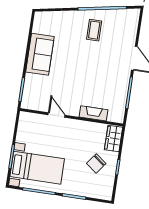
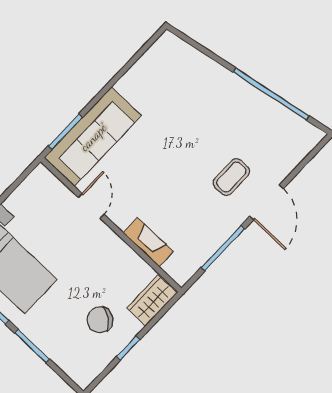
coffee table: (94, 30) -> (231, 177), moved
sofa: (40, 54) -> (93, 137), moved, width x1.36

